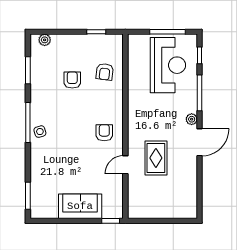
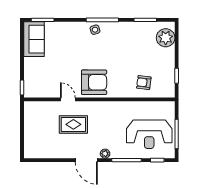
plant: (45, 40) -> (166, 38), width x1.87, depth x1.87
armchair: (72, 80) -> (137, 56), removed
armchair: (104, 133) -> (94, 82), width x1.88, depth x1.88
sofa: (80, 206) -> (34, 39), moved

